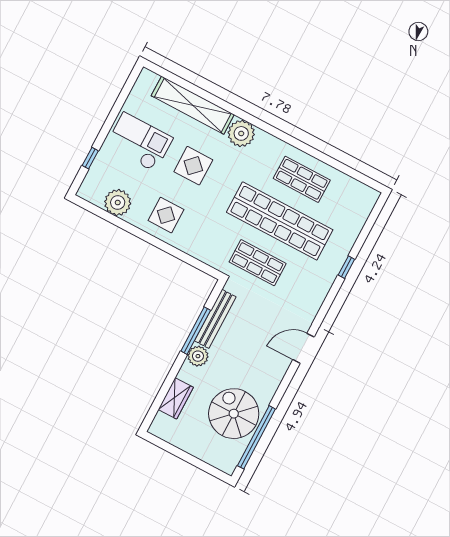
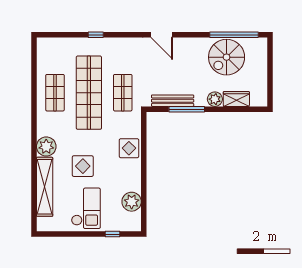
checkout: (139, 142) -> (86, 208), turned 180
display table: (166, 215) -> (129, 148), moved
plant: (198, 356) -> (215, 99), moved

